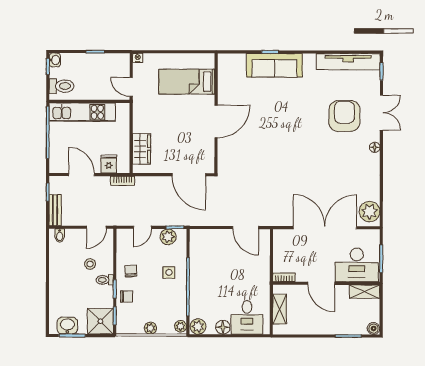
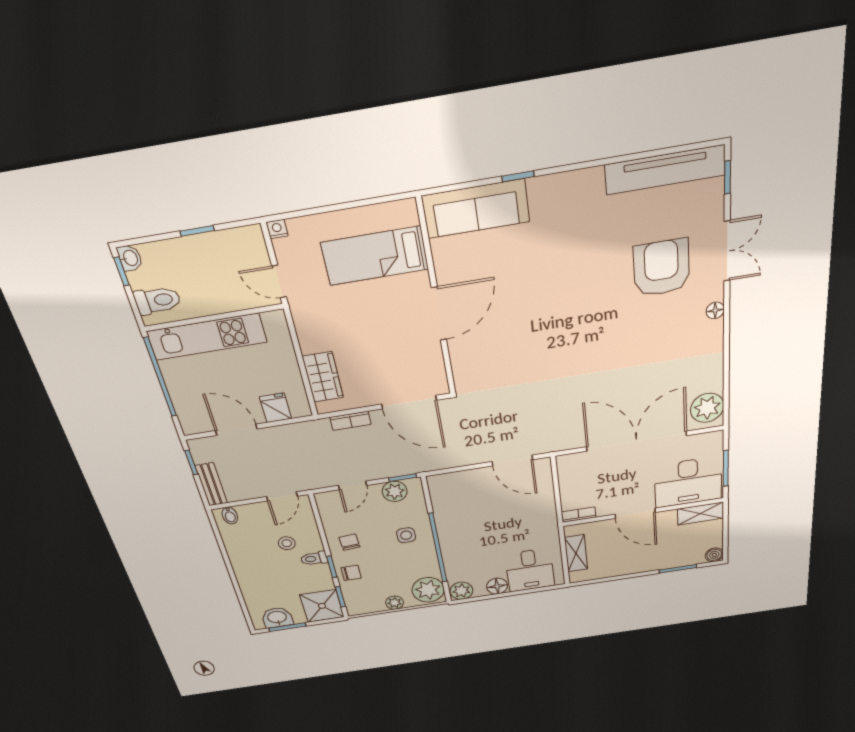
sofa: (274, 65) -> (476, 209), moved
bookcase: (123, 181) -> (350, 421), moved
plant: (181, 326) -> (428, 590), width x1.88, depth x1.88

